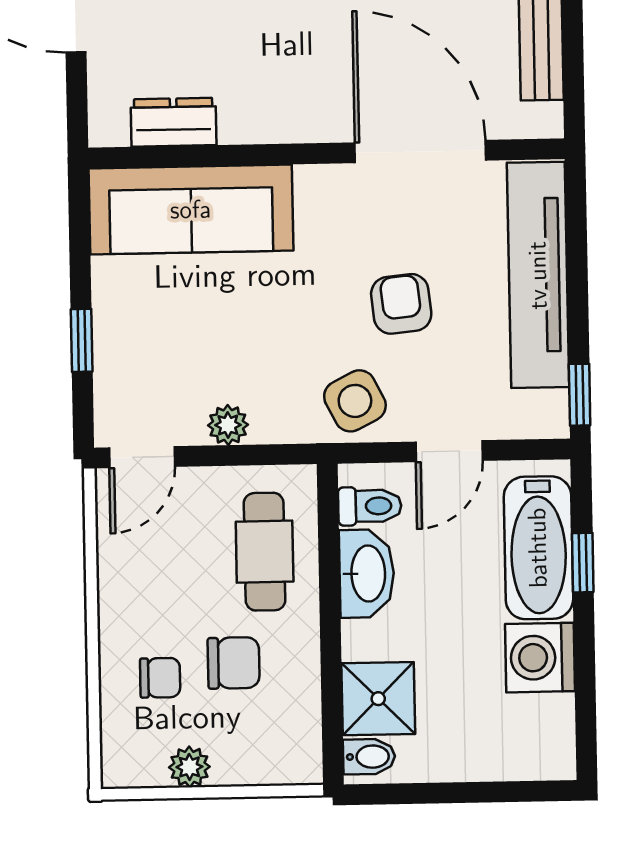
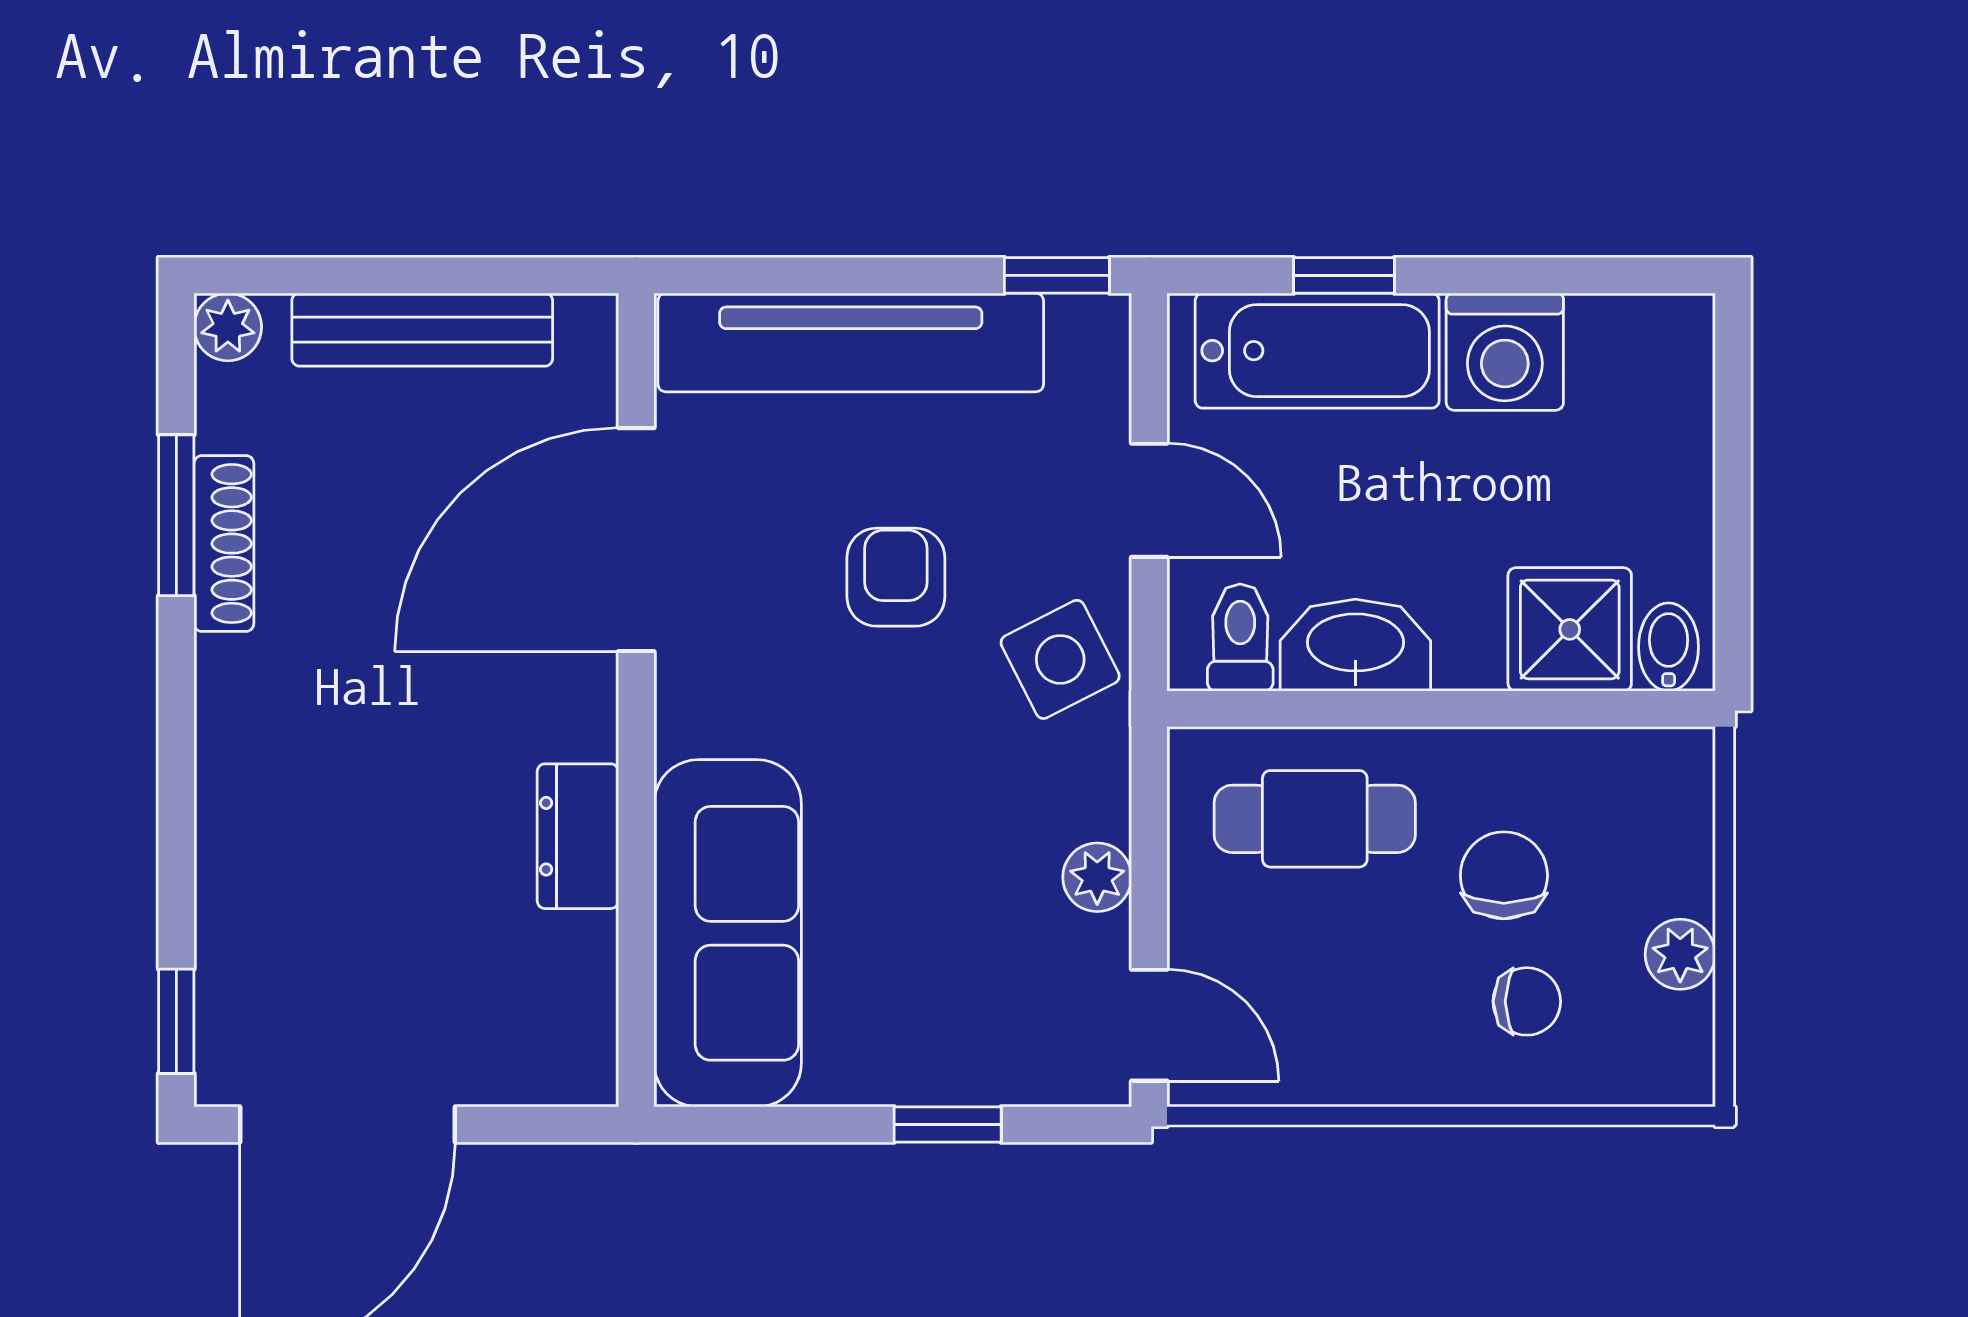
dresser: (173, 122) -> (578, 836), moved
armchair: (401, 304) -> (896, 577), turned 96
chair: (160, 678) -> (1527, 1001), turned 90

